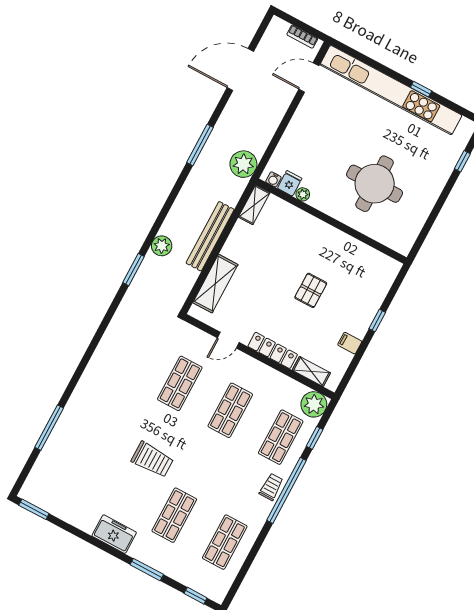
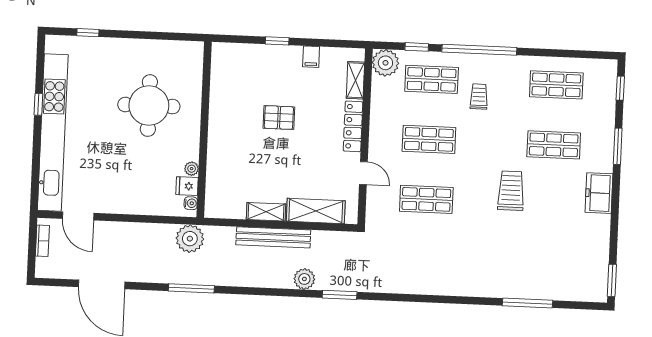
shelving: (254, 205) -> (266, 212), moved
trolley: (271, 487) -> (479, 96), moved, turned 90

